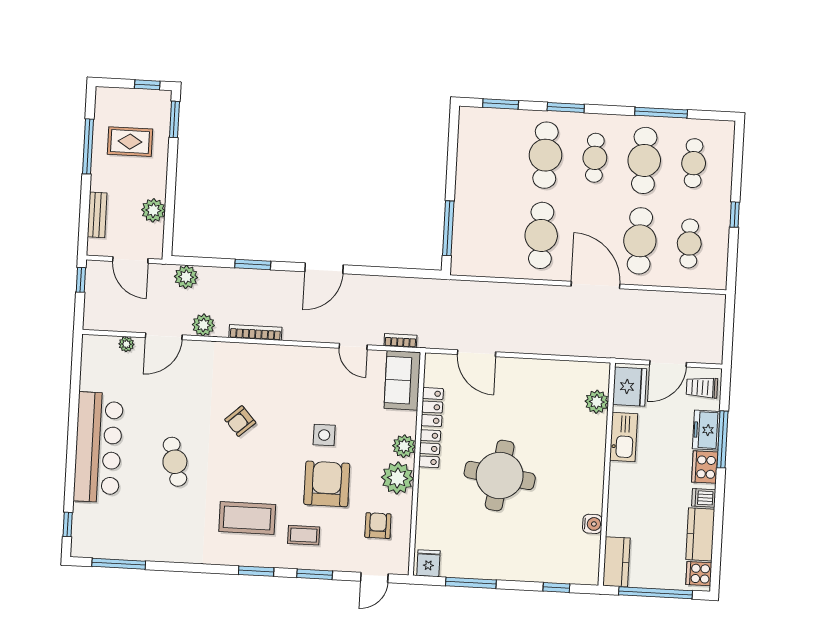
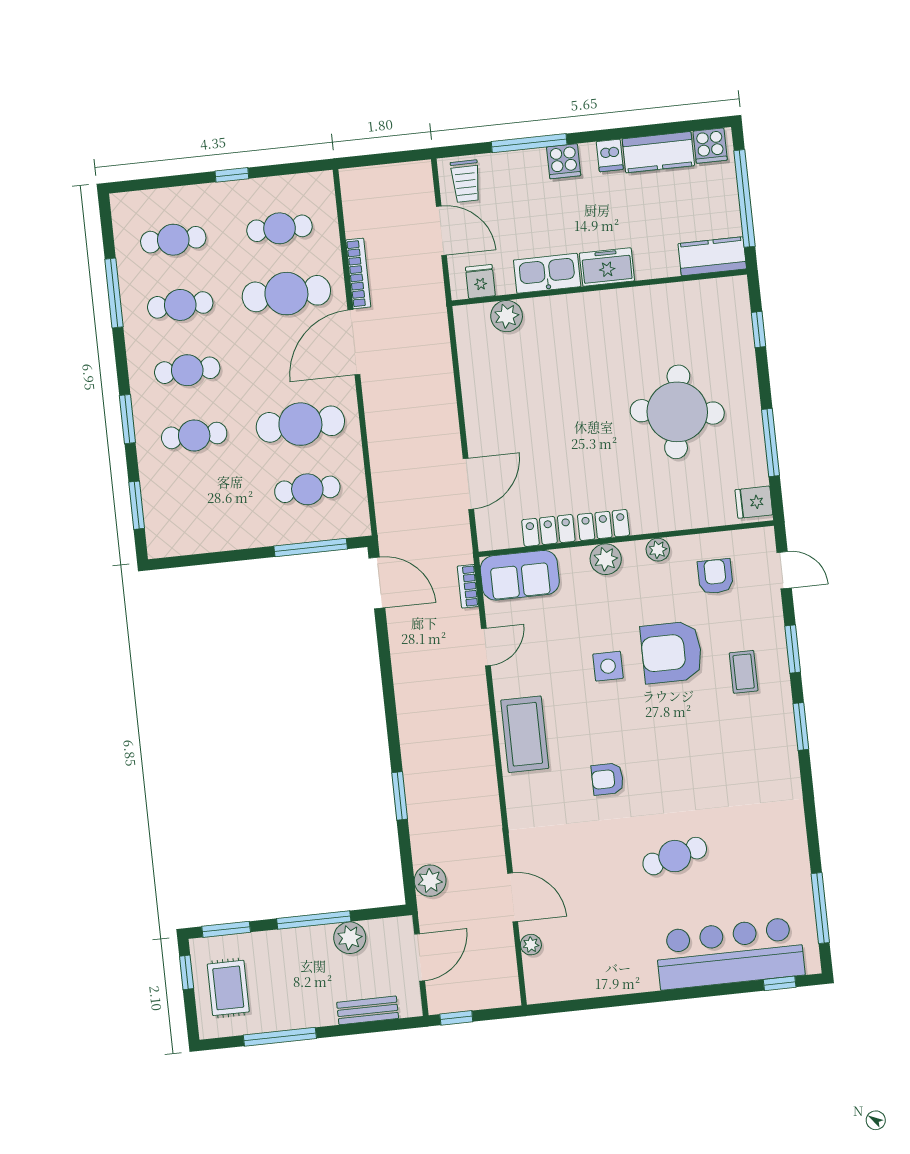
rug: (130, 142) -> (228, 988), moved
cafe table: (546, 155) -> (194, 435), width x0.73, depth x0.74
cafe table: (644, 160) -> (180, 305), width x0.73, depth x0.74
window: (171, 186) -> (314, 920), added
cafe table: (492, 233) -> (307, 489), added
door: (324, 268) -> (377, 583), moved
plant: (203, 325) -> (489, 848), removed
bookcase: (255, 332) -> (358, 273), moved, turned 180
fridge: (630, 387) -> (480, 281), width x0.53, depth x0.75
armchair: (240, 421) -> (608, 779), turned 132
freezer: (706, 430) -> (607, 267), moved, turned 180
bar counter: (98, 447) -> (730, 953), moved
cooker: (705, 467) -> (564, 161), width x0.73
round table: (500, 475) -> (677, 412), moved
plant: (398, 478) -> (658, 550), width x0.53, depth x0.53
coffee table: (247, 518) -> (525, 734), moved
water cooler: (592, 524) -> (668, 296), removed
armchair: (378, 526) -> (715, 576), turned 90

